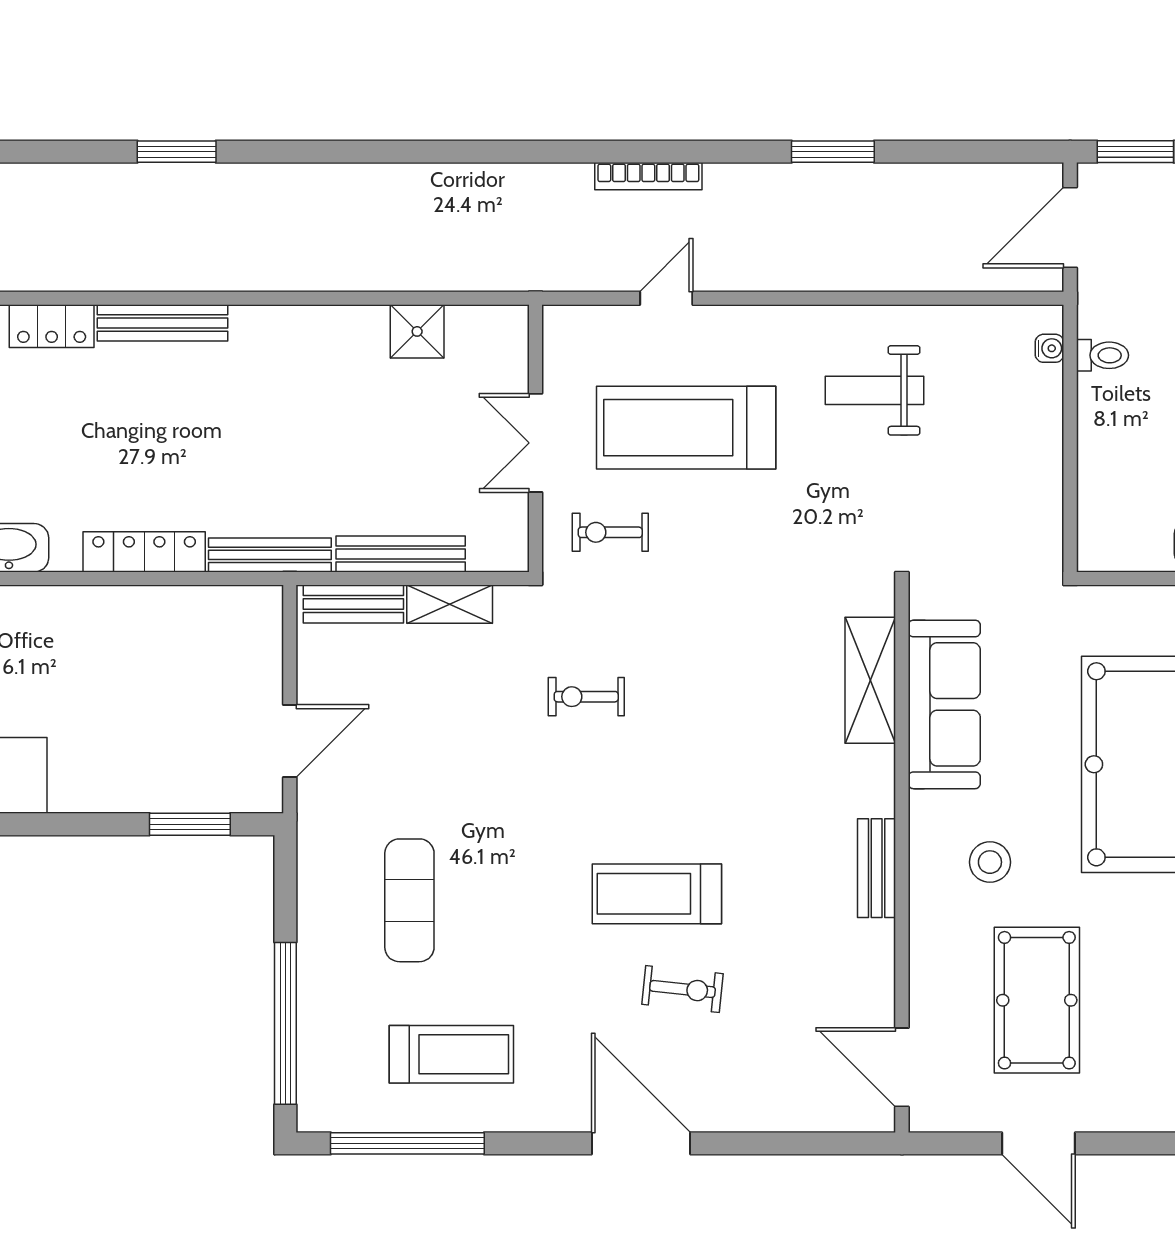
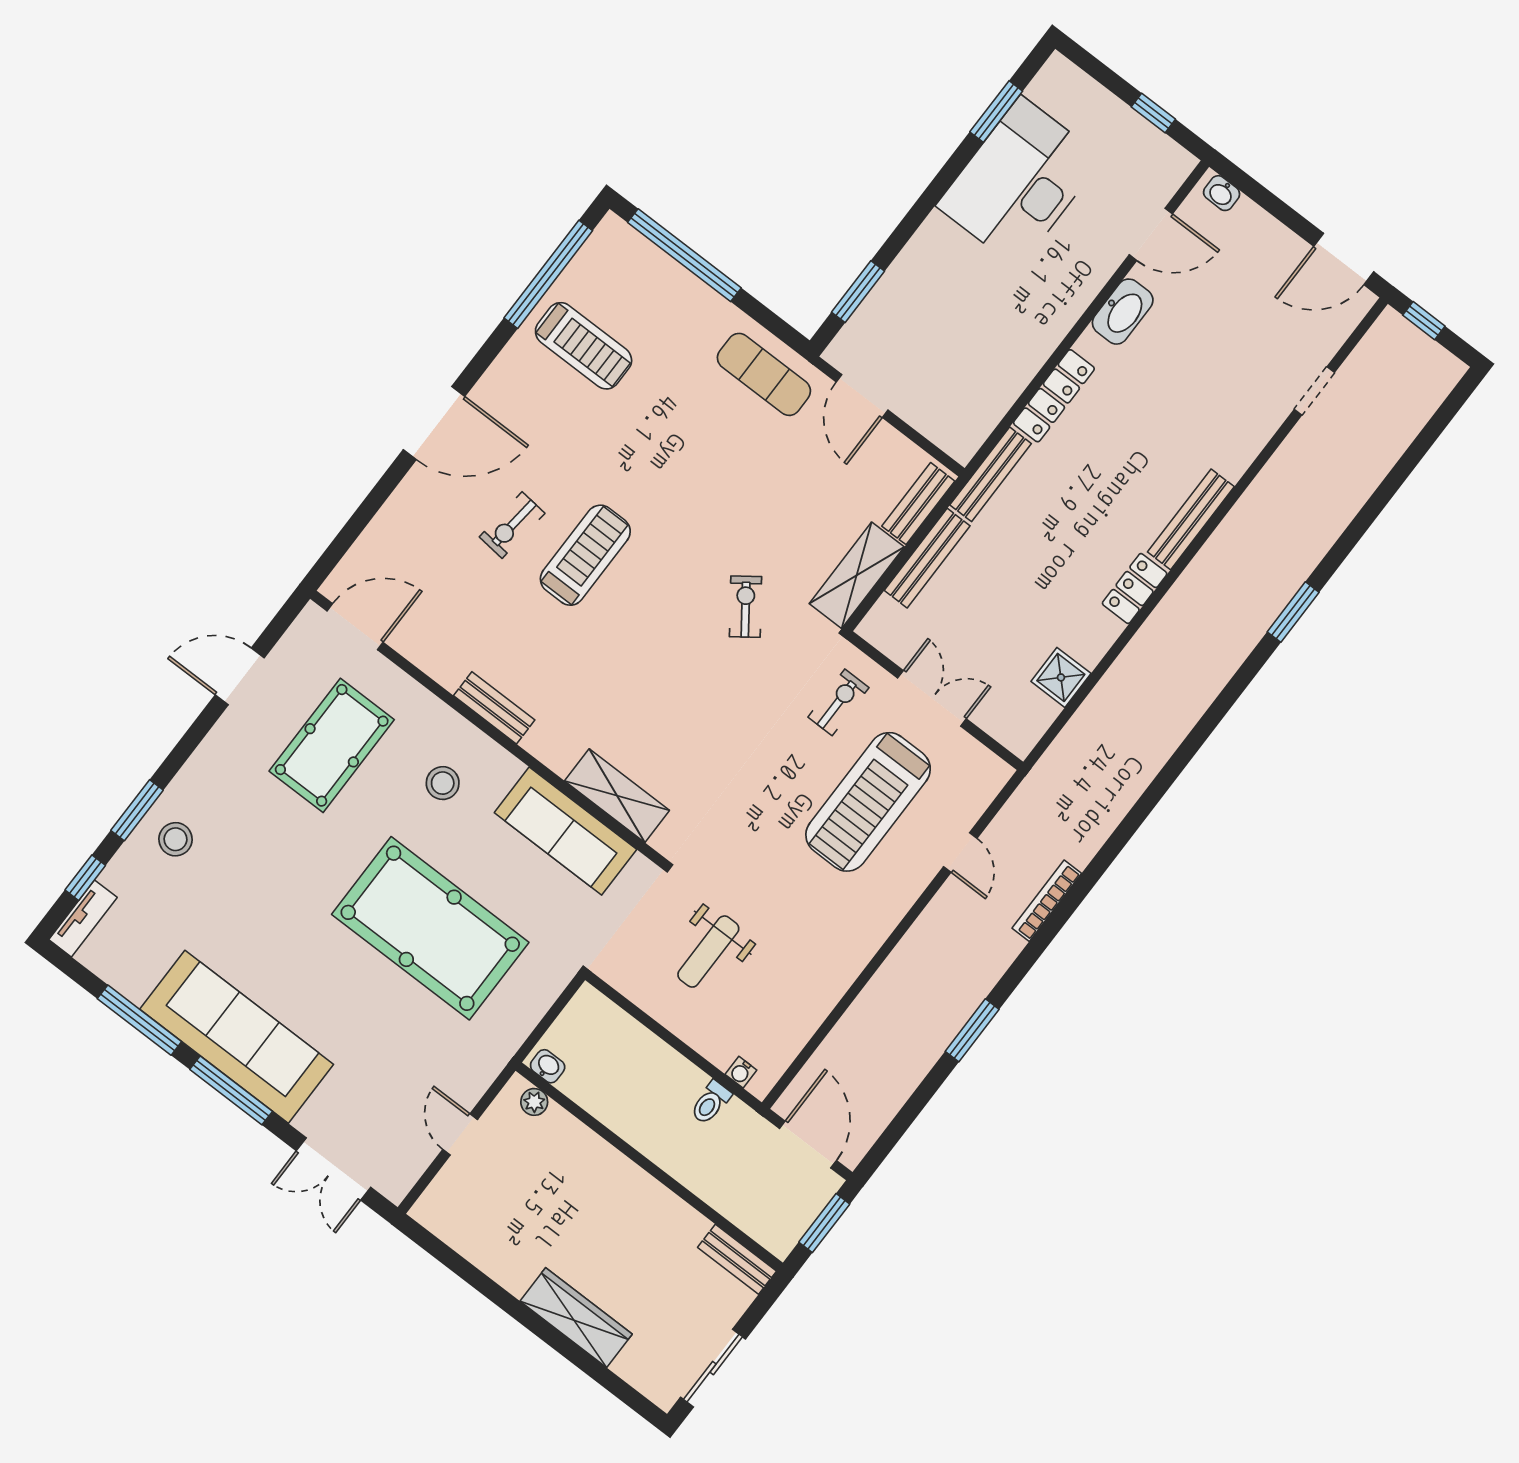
locker: (52, 326) -> (1135, 589), moved
weight bench: (875, 390) -> (708, 952), moved, turned 180
treadmill: (686, 428) -> (868, 802), turned 180
shelving: (450, 604) -> (857, 575), width x1.50, depth x1.33
exercise bike: (586, 697) -> (746, 607), turned -36
exercise mat: (409, 900) -> (764, 374), moved
pool table: (1037, 1000) -> (332, 745), turned 90
treadmill: (451, 1054) -> (584, 346), turned -90

